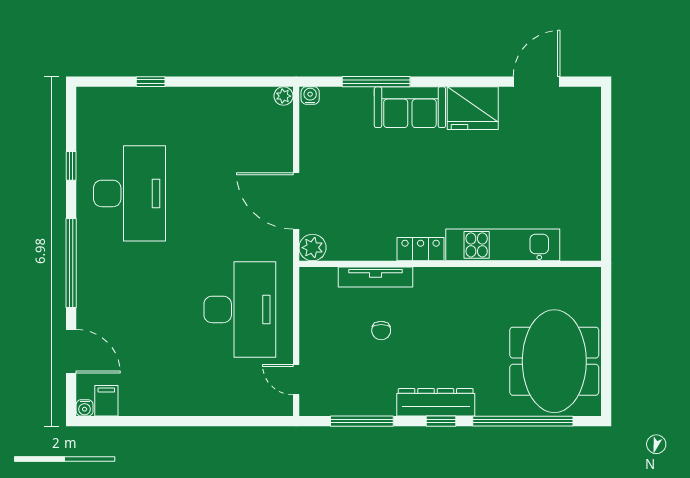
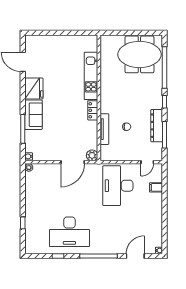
desk: (129, 193) -> (69, 232), turned 180
desk: (240, 309) -> (118, 186), turned -90
filing cabinet: (106, 401) -> (156, 187), moved
dresser: (436, 402) -> (157, 126), moved

